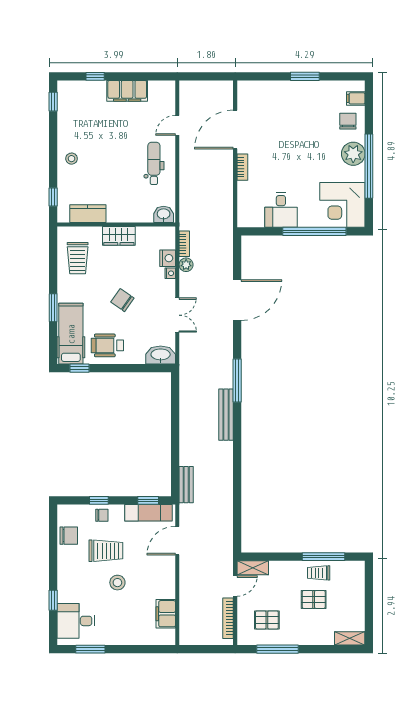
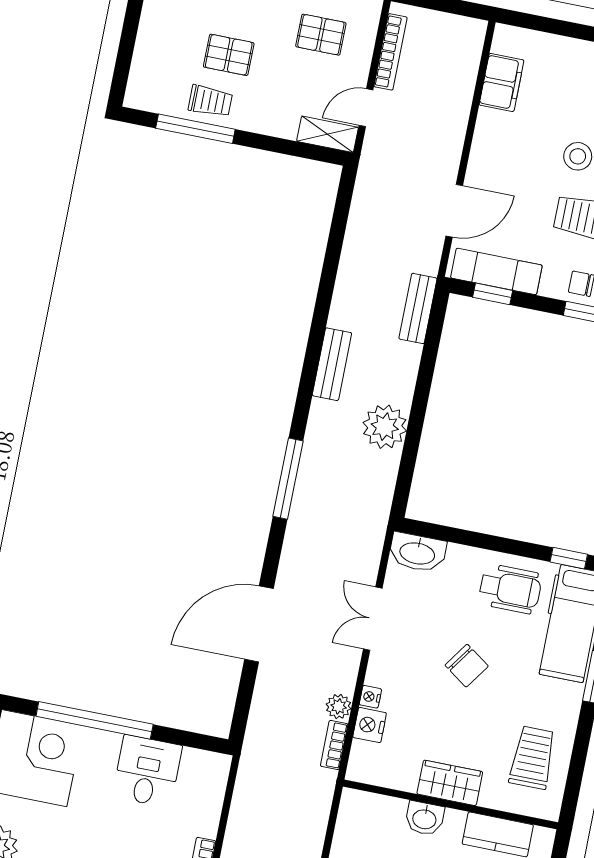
washbasin: (164, 214) -> (425, 818), moved
bench: (226, 415) -> (332, 364), moved, width x0.73
plant: (191, 418) -> (385, 427), added

